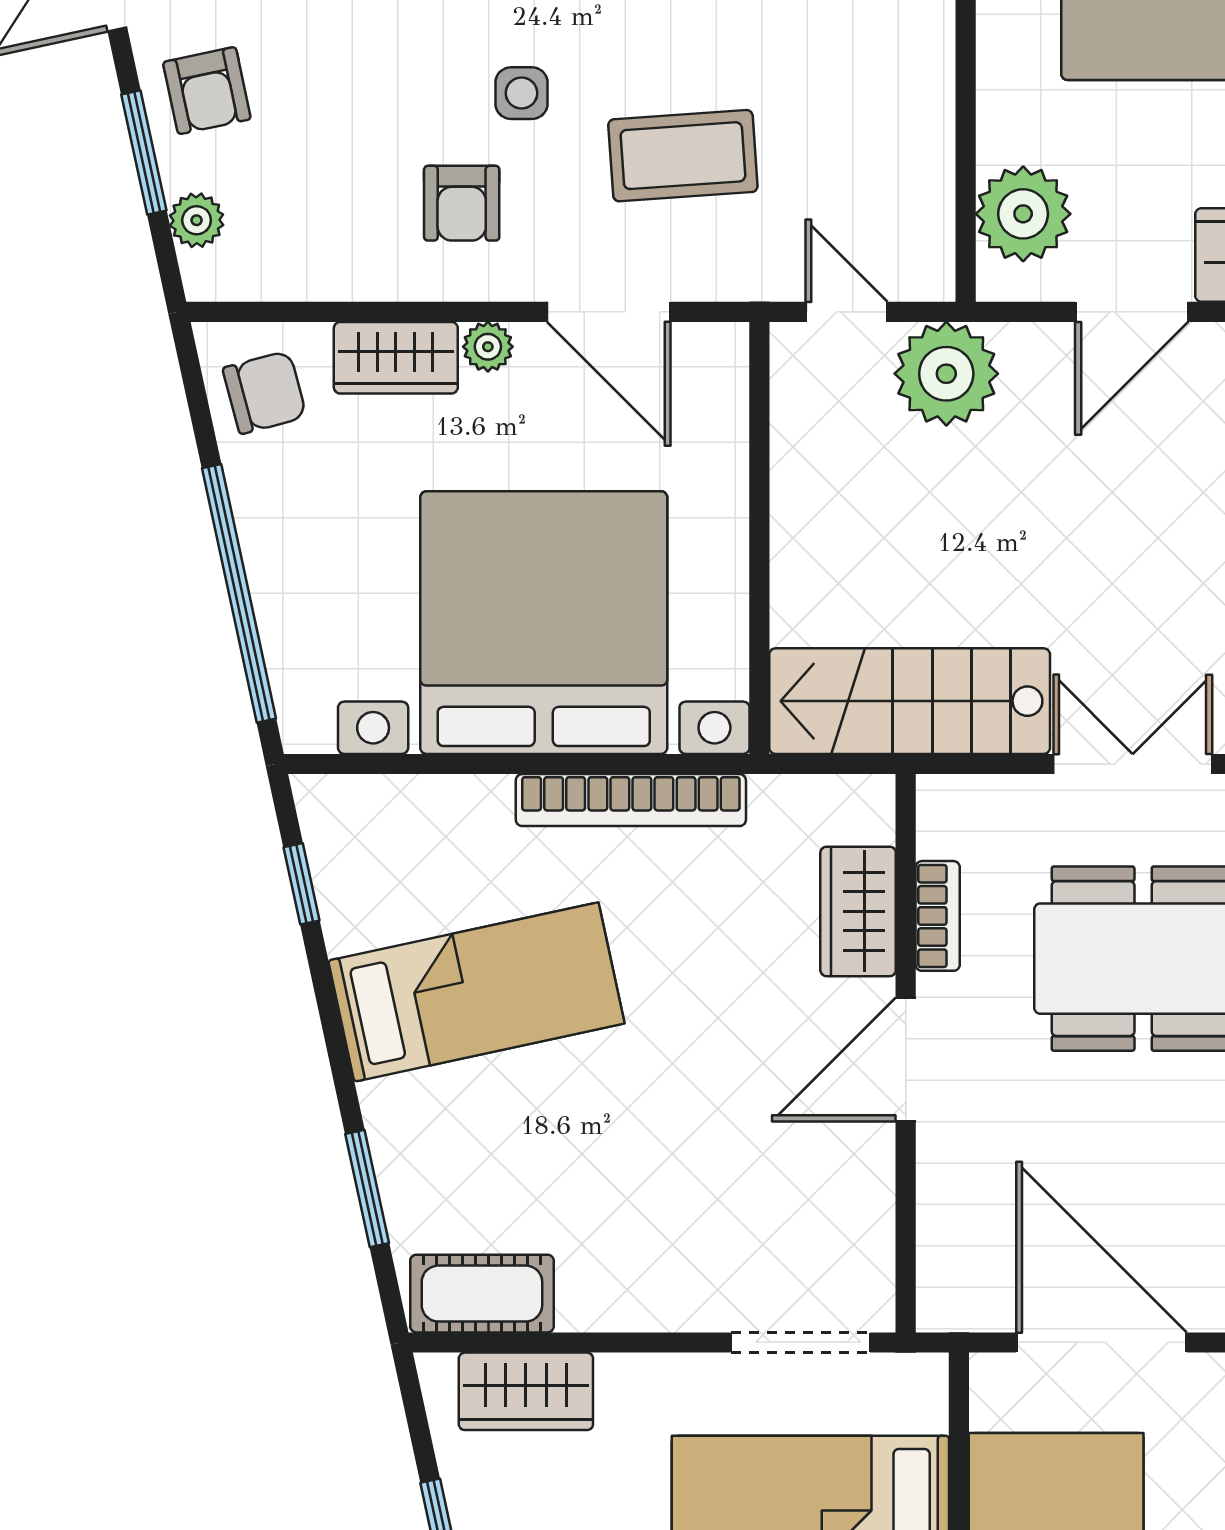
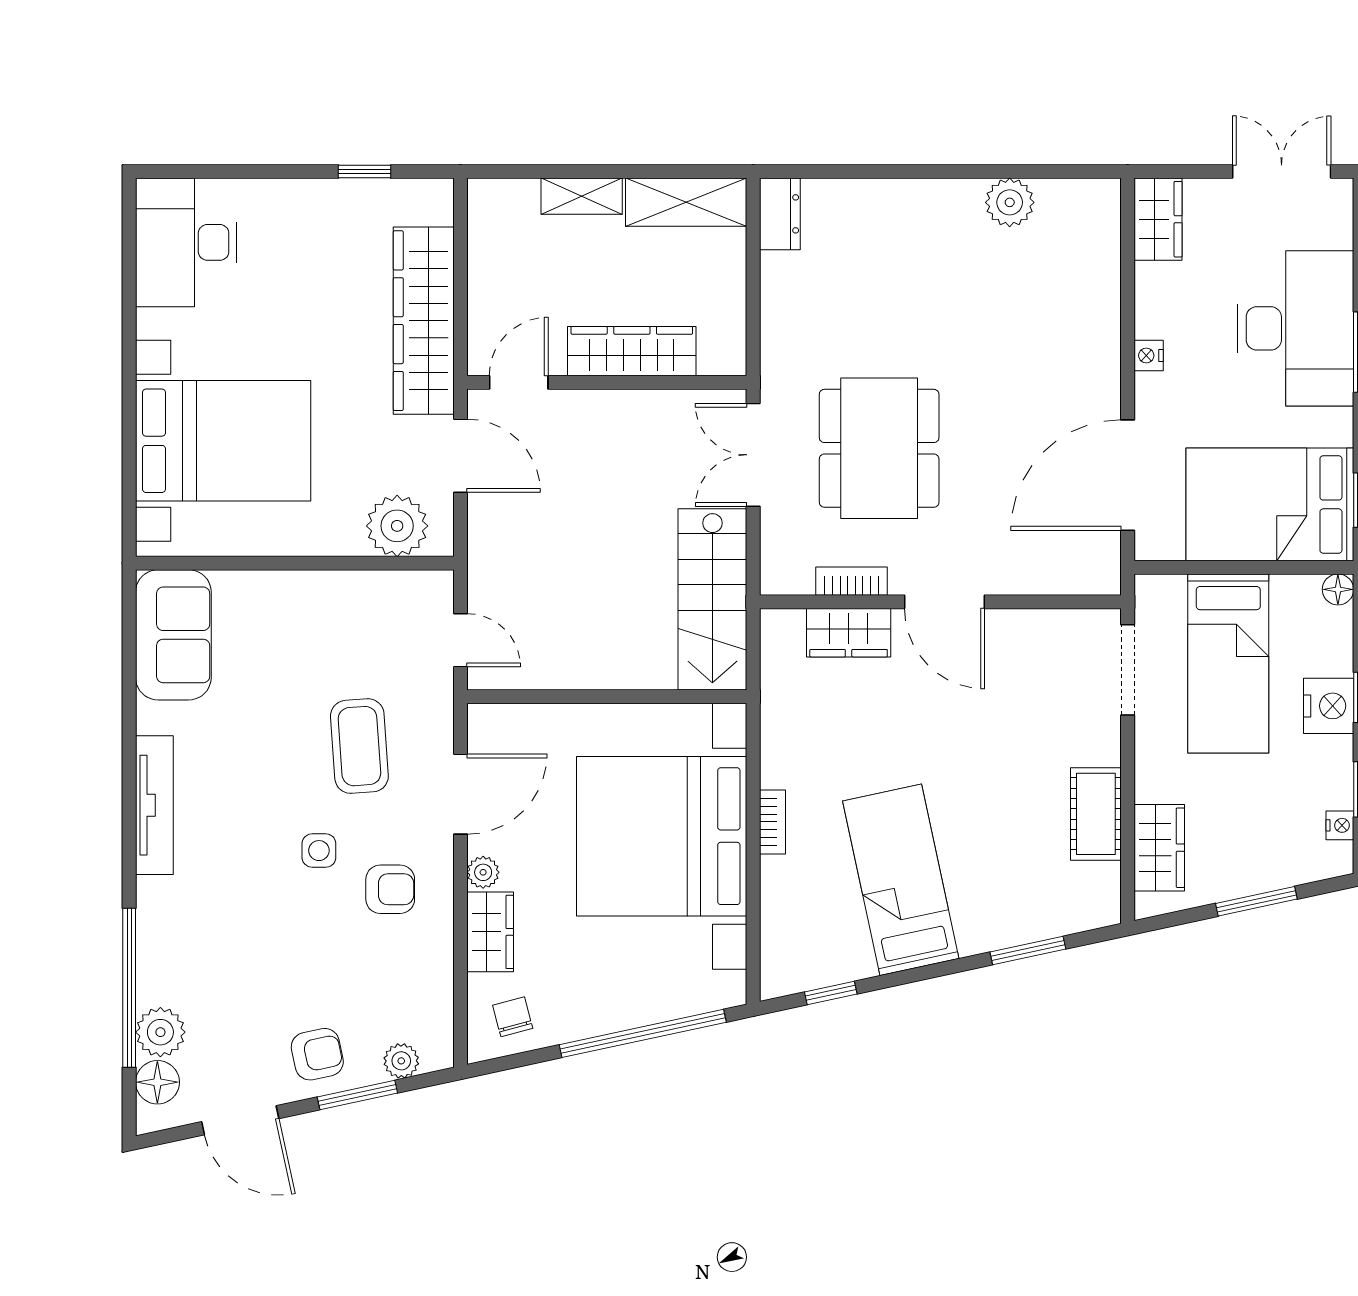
door: (847, 312) -> (461, 640), swing flipped
plant: (946, 374) -> (501, 576), removed
chair: (265, 392) -> (513, 1017), width x0.73, depth x0.73
bookcase: (631, 800) -> (773, 822), width x0.43, depth x0.76
cot: (482, 1294) -> (1096, 814), moved

